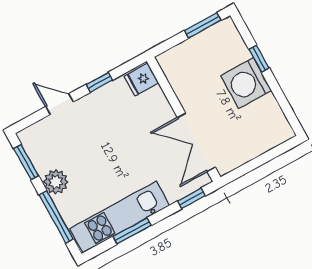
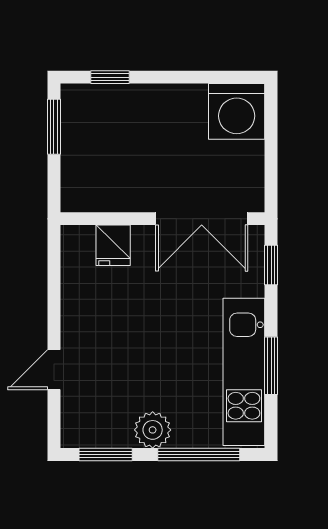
window: (259, 59) -> (110, 77), moved
fridge: (141, 80) -> (113, 245), moved
window: (99, 82) -> (54, 302), removed
washing machine: (246, 83) -> (237, 111), moved

